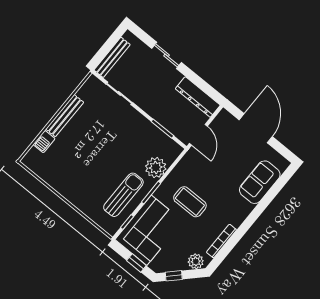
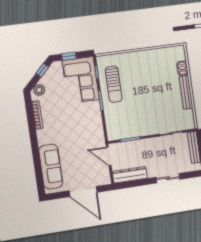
plant: (156, 168) -> (112, 116), removed
sofa: (260, 182) -> (51, 167), width x1.36
coffee table: (190, 202) -> (76, 117), removed

